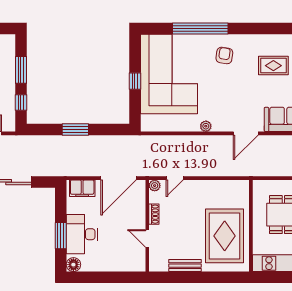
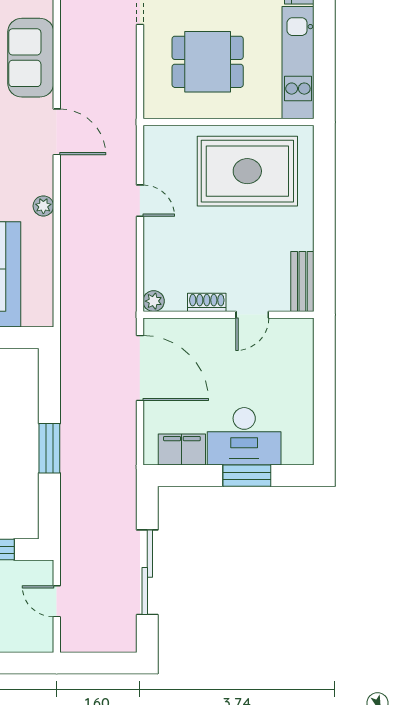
door: (175, 178) -> (140, 201), moved
filing cabinet: (82, 188) -> (182, 450), moved, turned -90
floor lamp: (73, 265) -> (301, 452), removed
bench: (185, 266) -> (302, 282), moved

